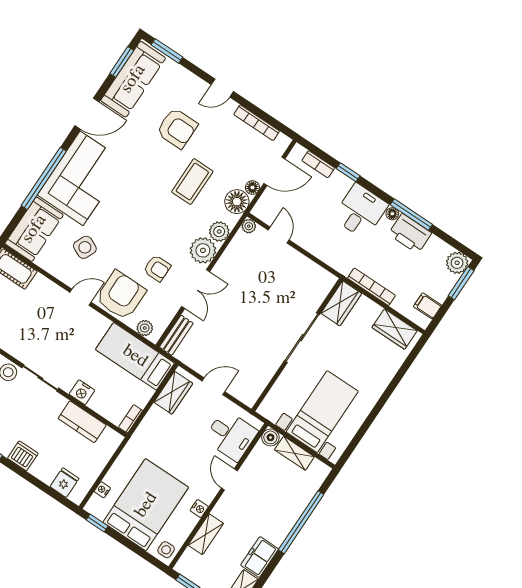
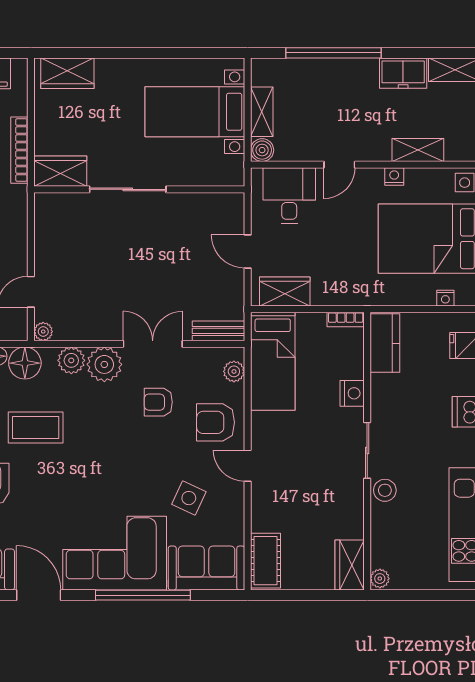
armchair: (157, 268) -> (158, 402), turned -90
armchair: (121, 295) -> (215, 422), width x0.73, depth x0.73
wardrobe: (395, 329) -> (67, 73), moved, turned 90
kitchen counter: (82, 422) -> (385, 343), moved

